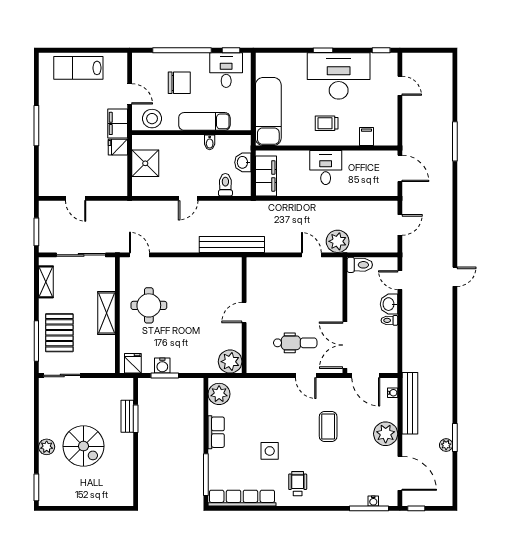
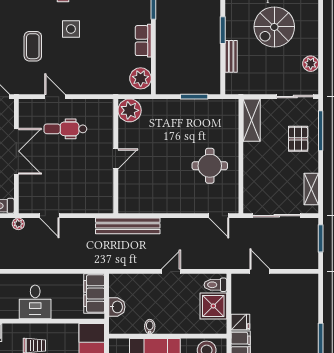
toilet: (225, 185) -> (215, 285), moved, turned 90
door: (76, 198) -> (260, 271), moved
plant: (338, 241) -> (18, 224), width x0.53, depth x0.53
shelving: (106, 313) -> (252, 120), moved
pallet: (59, 333) -> (298, 139), width x0.67, depth x0.71
double door: (345, 345) -> (16, 151), moved
fridge: (133, 363) -> (226, 109), removed
water cooler: (162, 366) -> (196, 106), removed
window: (136, 419) -> (223, 30), moved
spiral stairs: (83, 446) -> (274, 27), turned -90
plant: (47, 447) -> (311, 64), moved
side table: (270, 451) -> (71, 29), moved

